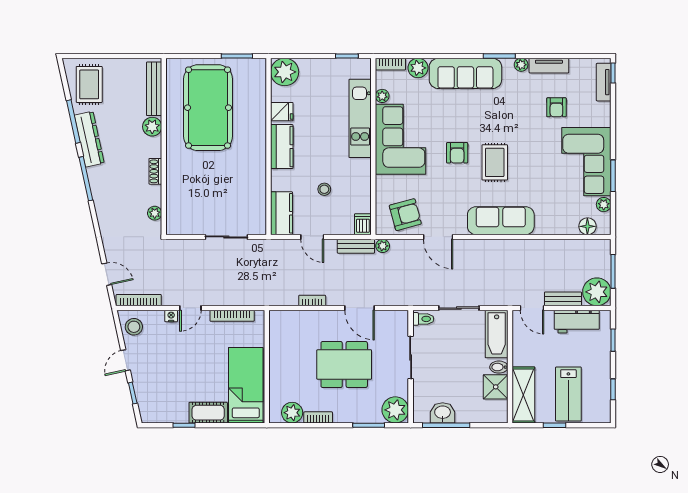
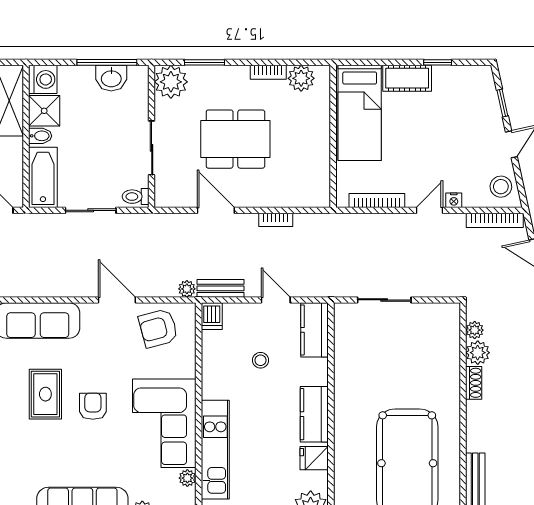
plant: (152, 127) -> (478, 353), moved
washing machine: (497, 412) -> (43, 79), added

